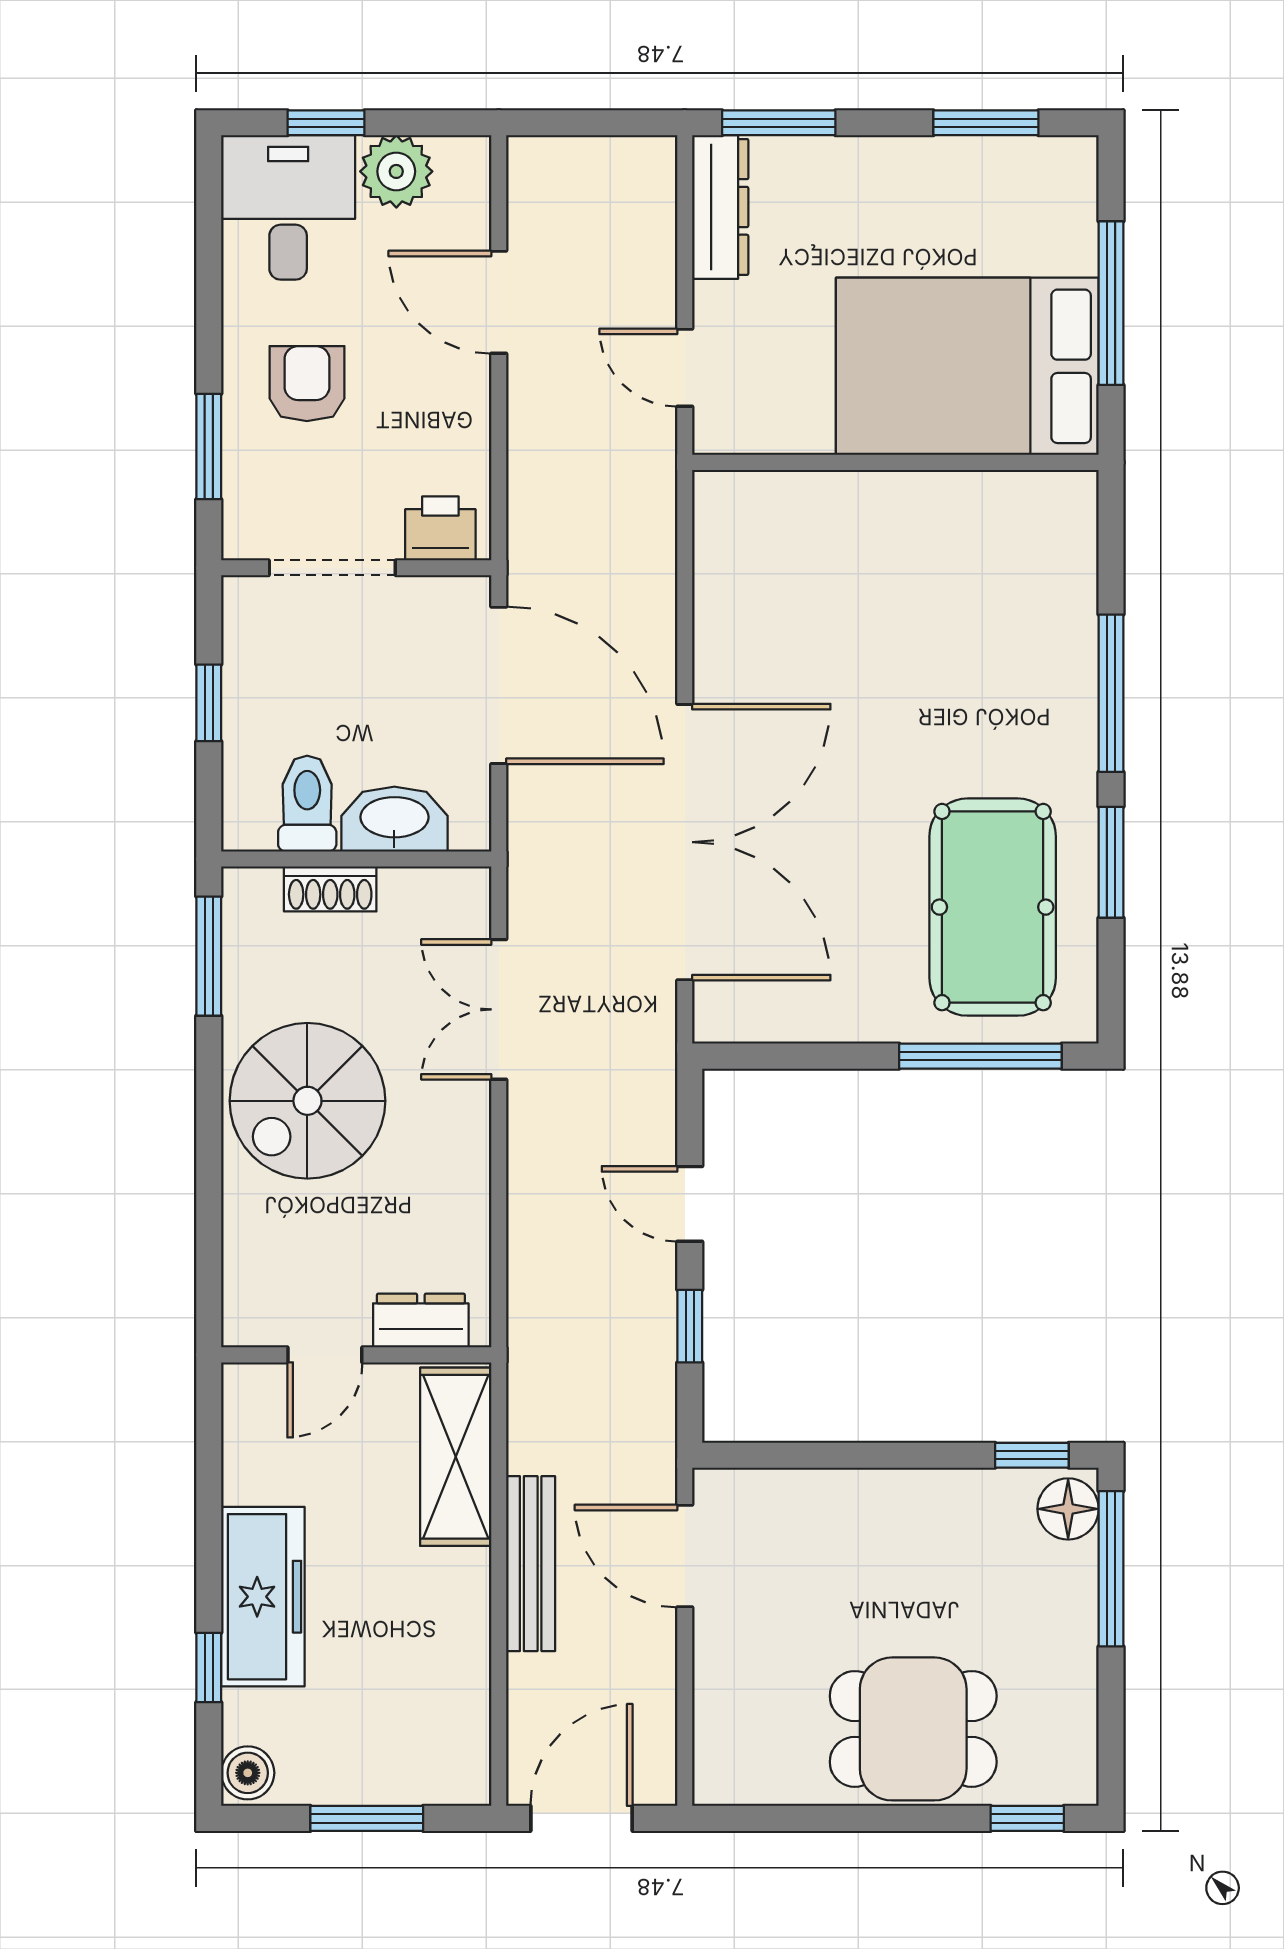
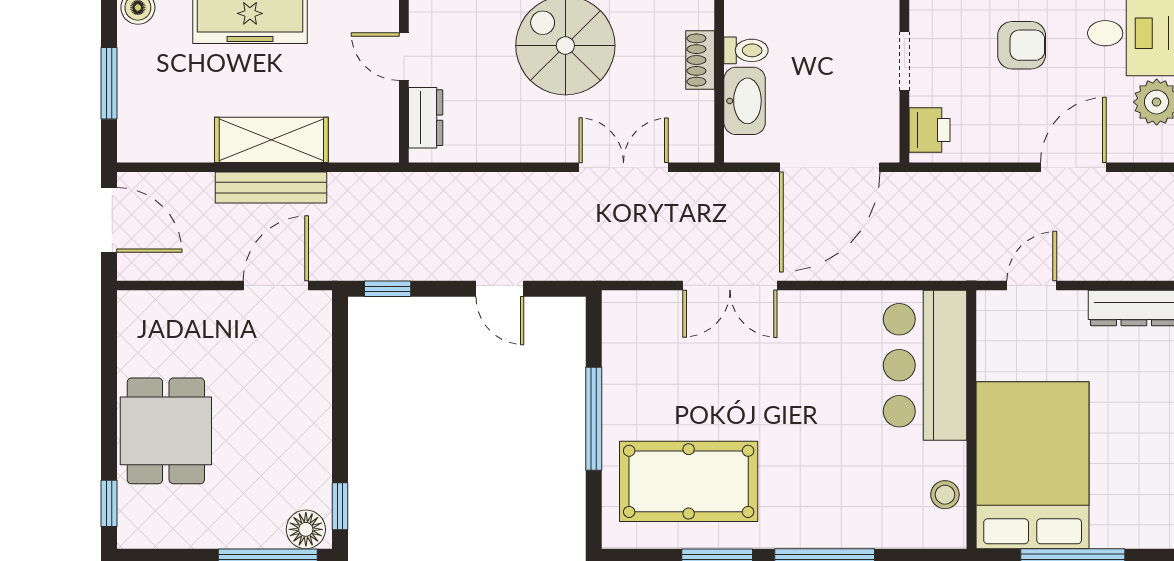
stool: (1014, 504) -> (945, 495), added
bar counter: (810, 535) -> (925, 365), added
doorway: (332, 568) -> (904, 61), width x0.73
toilet: (307, 804) -> (746, 50), width x0.73, depth x0.72
double door: (685, 842) -> (730, 285), width x0.54
window: (980, 1056) -> (594, 419), moved
door: (690, 1204) -> (500, 289), swing flipped
window: (690, 1326) -> (388, 289), moved
shelving: (456, 1457) -> (271, 140), moved

